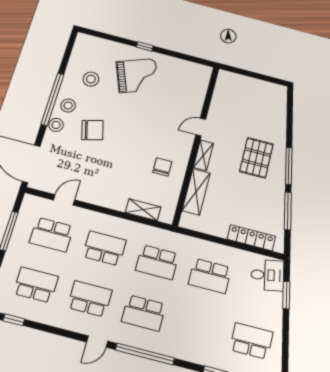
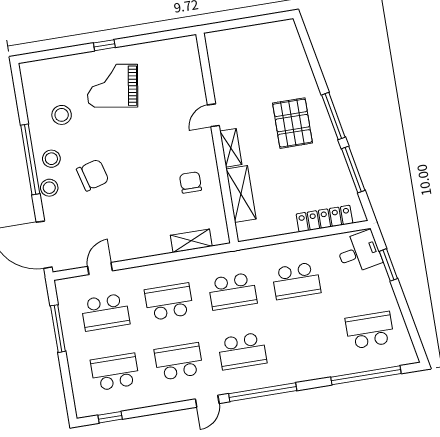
grand piano: (137, 76) -> (113, 86), turned -150

